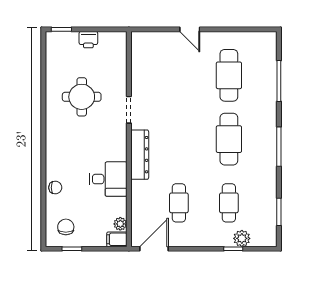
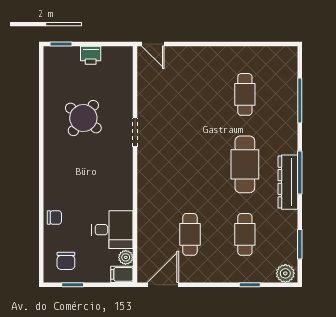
door: (190, 29) -> (153, 44), moved
cafe table: (229, 75) -> (245, 94), width x0.73, depth x0.74
round table: (82, 97) -> (83, 118), turned 38
dresser: (140, 155) -> (288, 182), moved, turned 180
desk: (108, 179) -> (112, 230), moved
chair: (66, 227) -> (66, 261), turned 180
plant: (242, 238) -> (285, 273), moved

